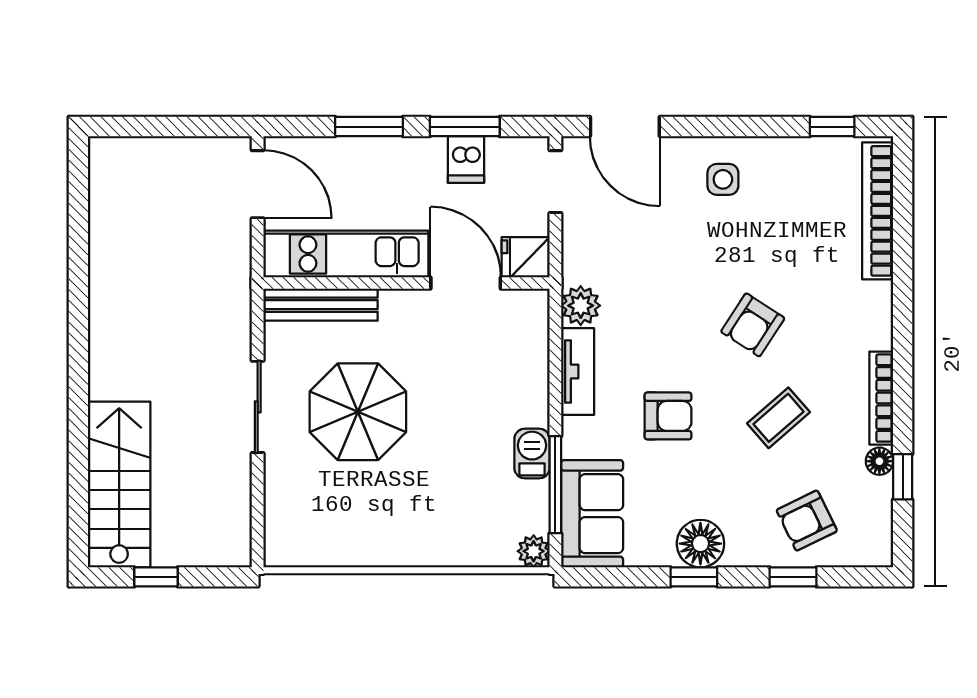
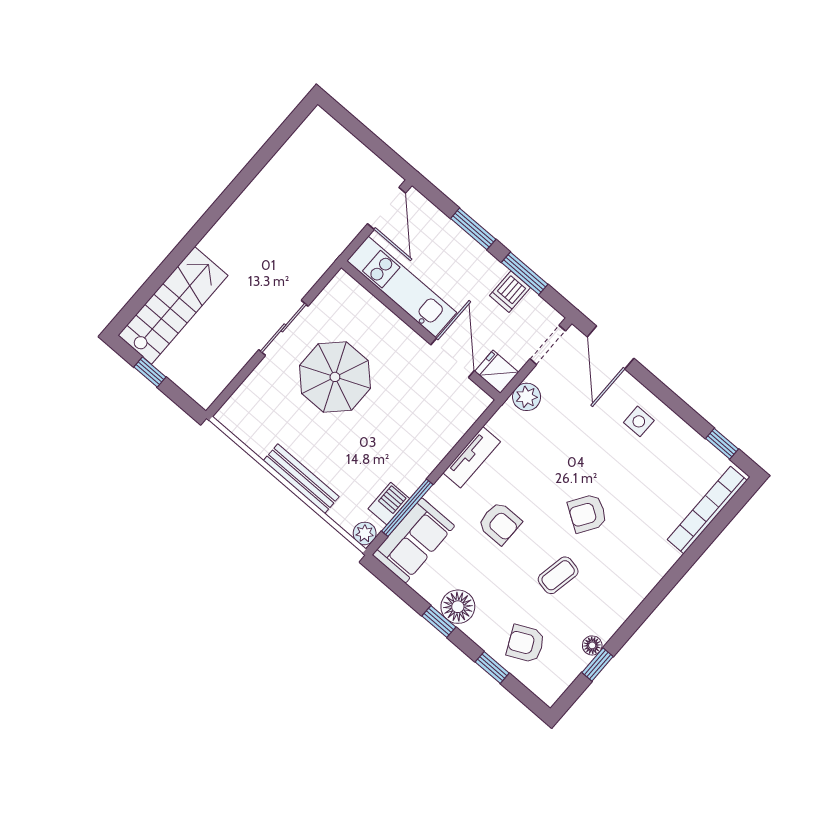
bench: (321, 305) -> (301, 479), moved
plant: (581, 306) -> (527, 397), moved
bookcase: (881, 398) -> (622, 612), removed
coffee table: (779, 418) -> (558, 575), turned -38
barbecue: (532, 453) -> (389, 504), moved

